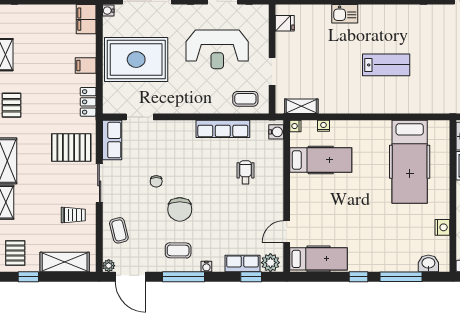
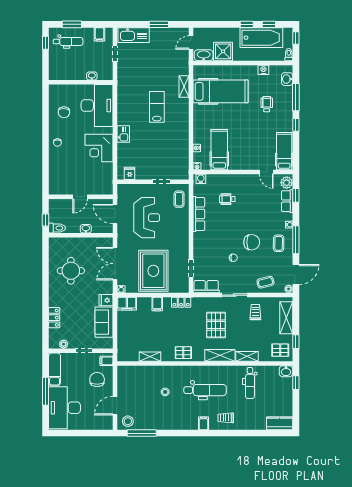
shelving: (301, 106) -> (184, 86), moved
pallet: (71, 148) -> (216, 325), moved
wheelchair: (390, 232) -> (267, 104), added

